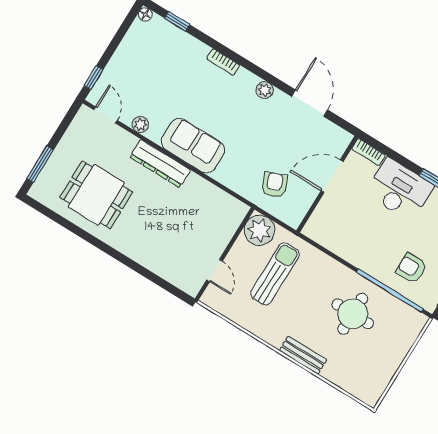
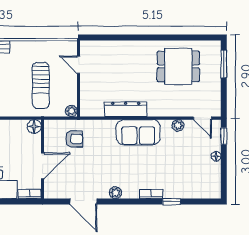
floor lamp: (145, 14) -> (216, 156), moved
window: (177, 21) -> (172, 202), moved
dresser: (160, 164) -> (126, 109), moved
armchair: (274, 185) -> (74, 139), turned -68
floor lamp: (313, 229) -> (34, 126), added
plant: (259, 230) -> (71, 111), width x0.53, depth x0.53

